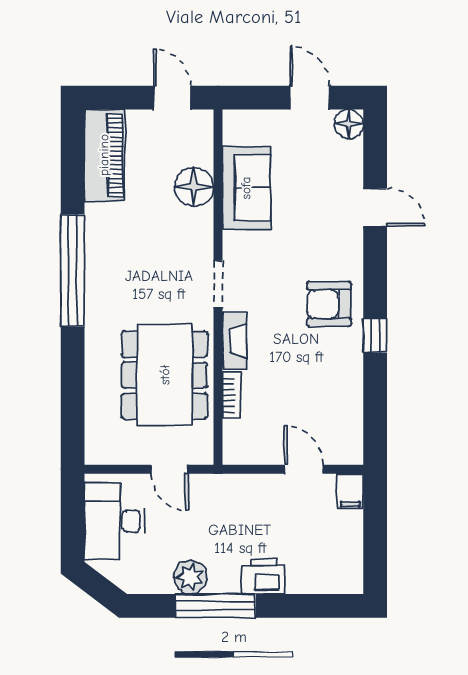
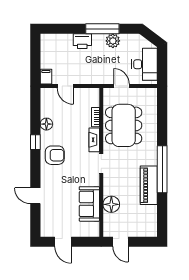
floor lamp: (349, 124) -> (46, 124), moved
piano: (104, 155) -> (149, 185), moved

